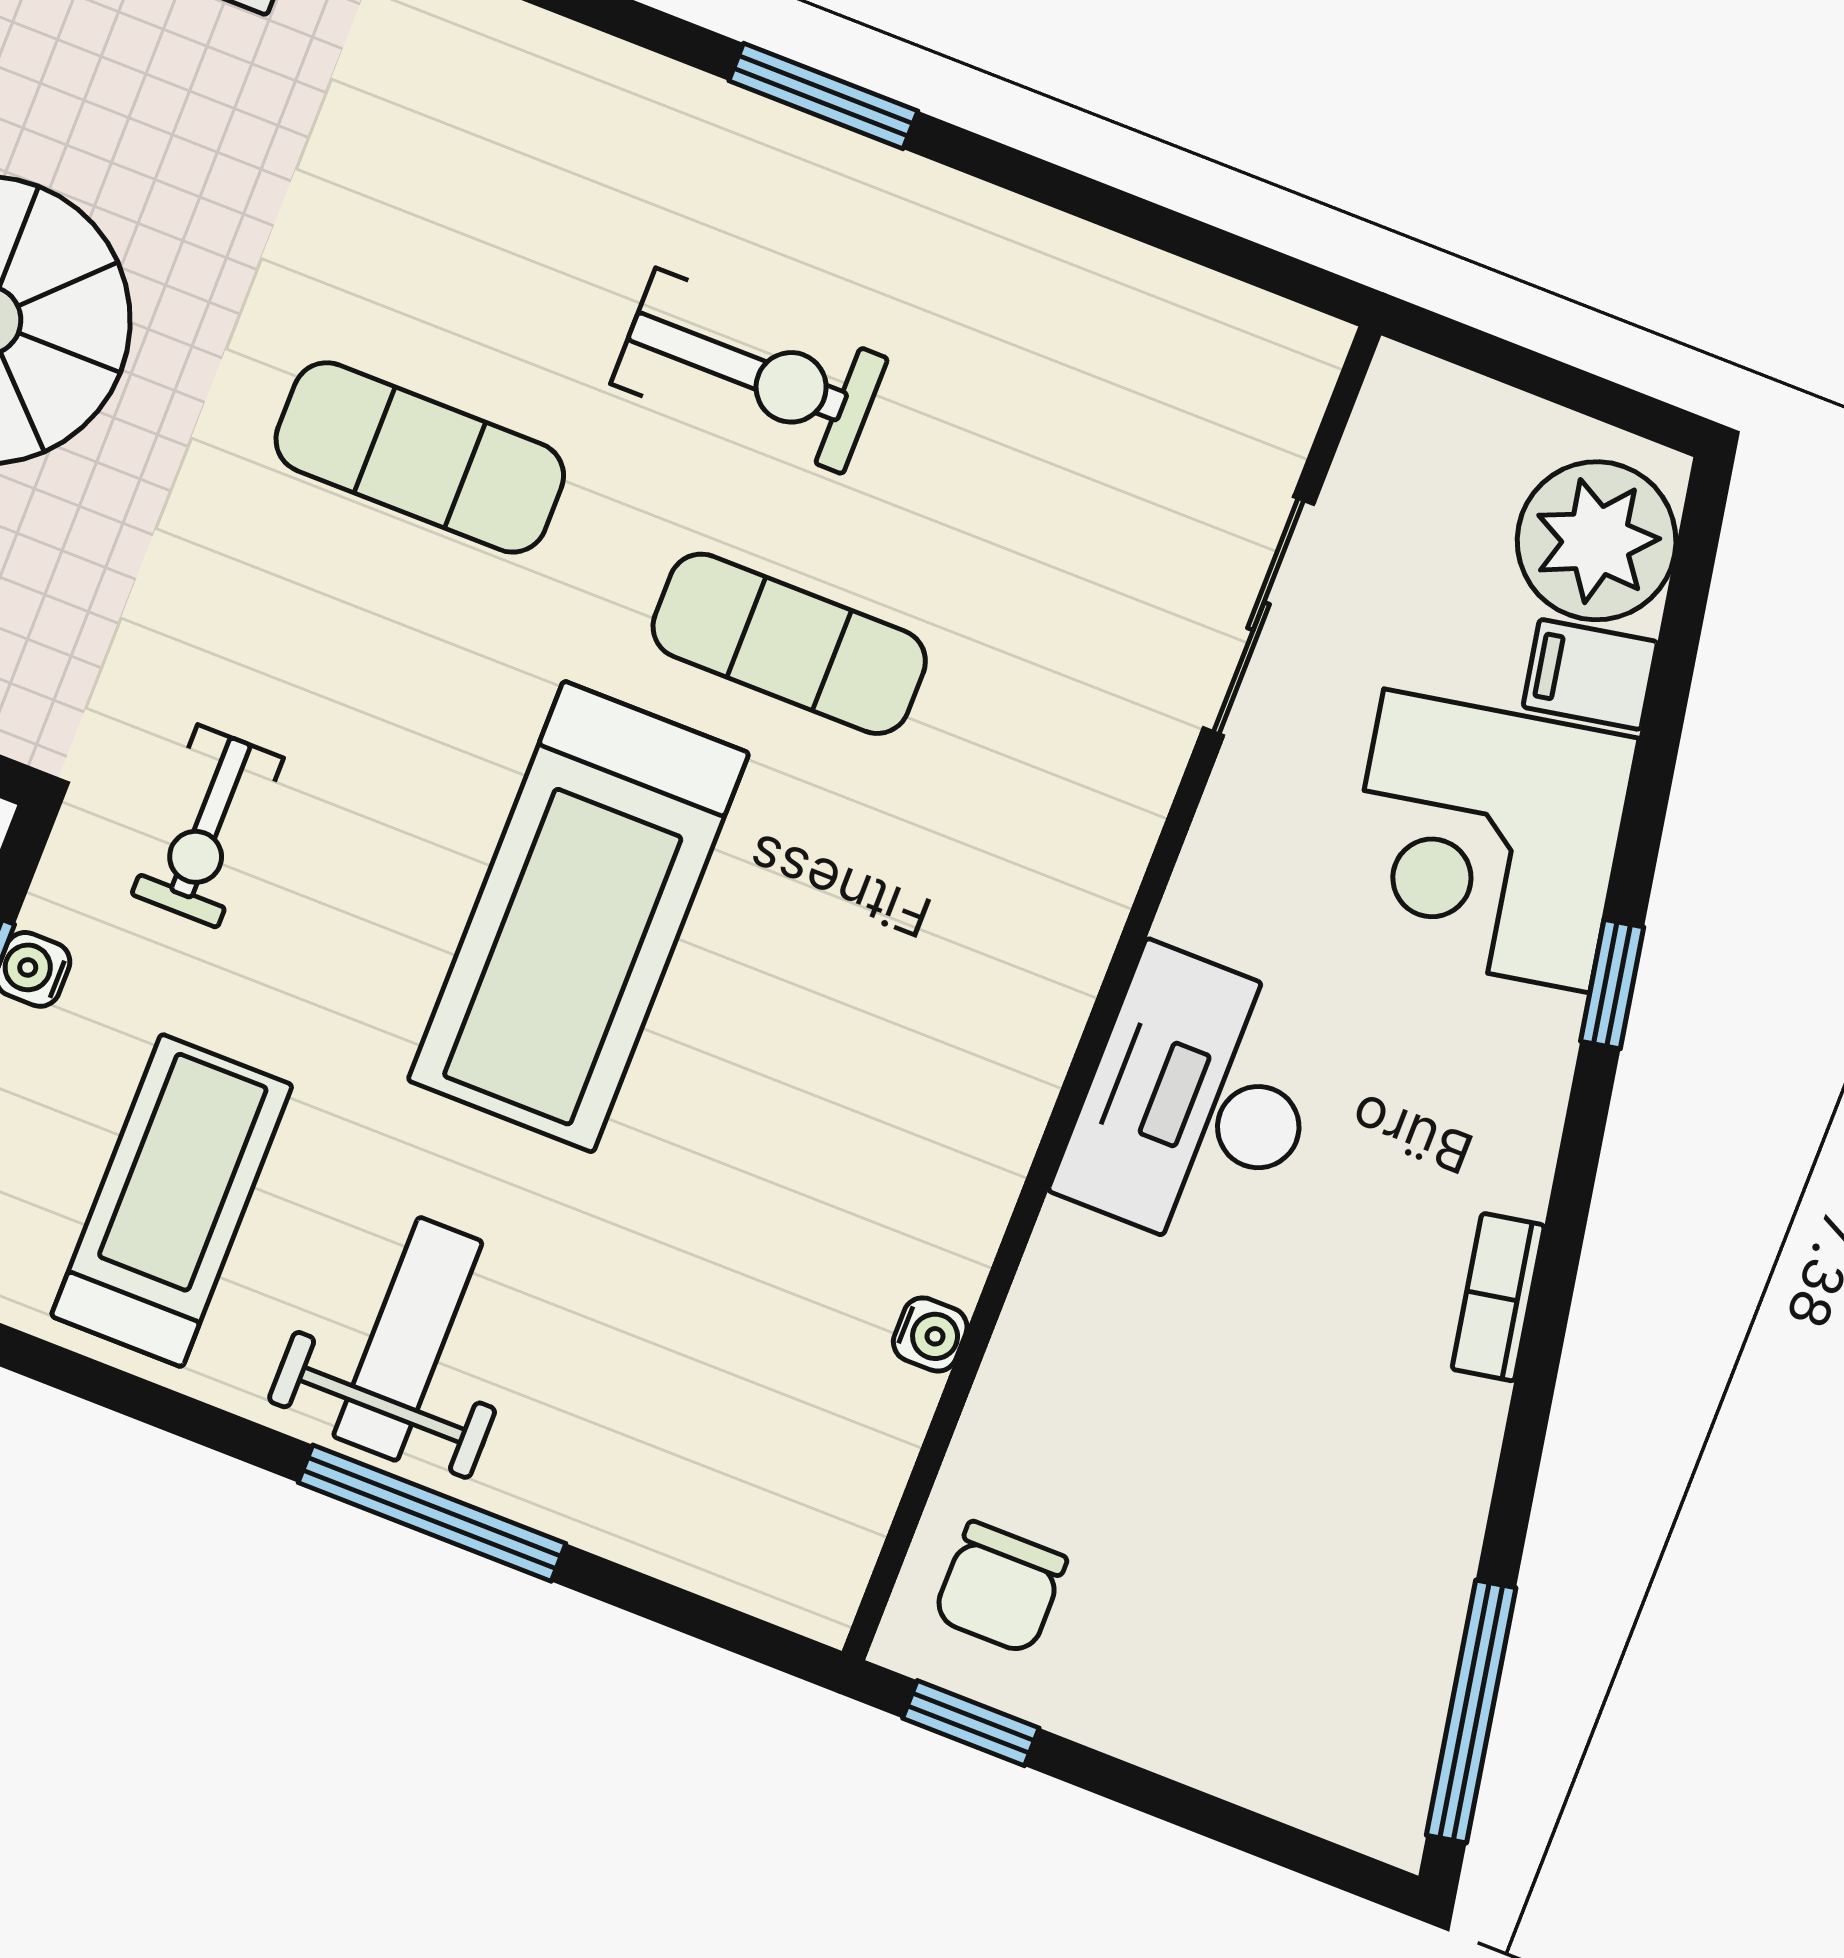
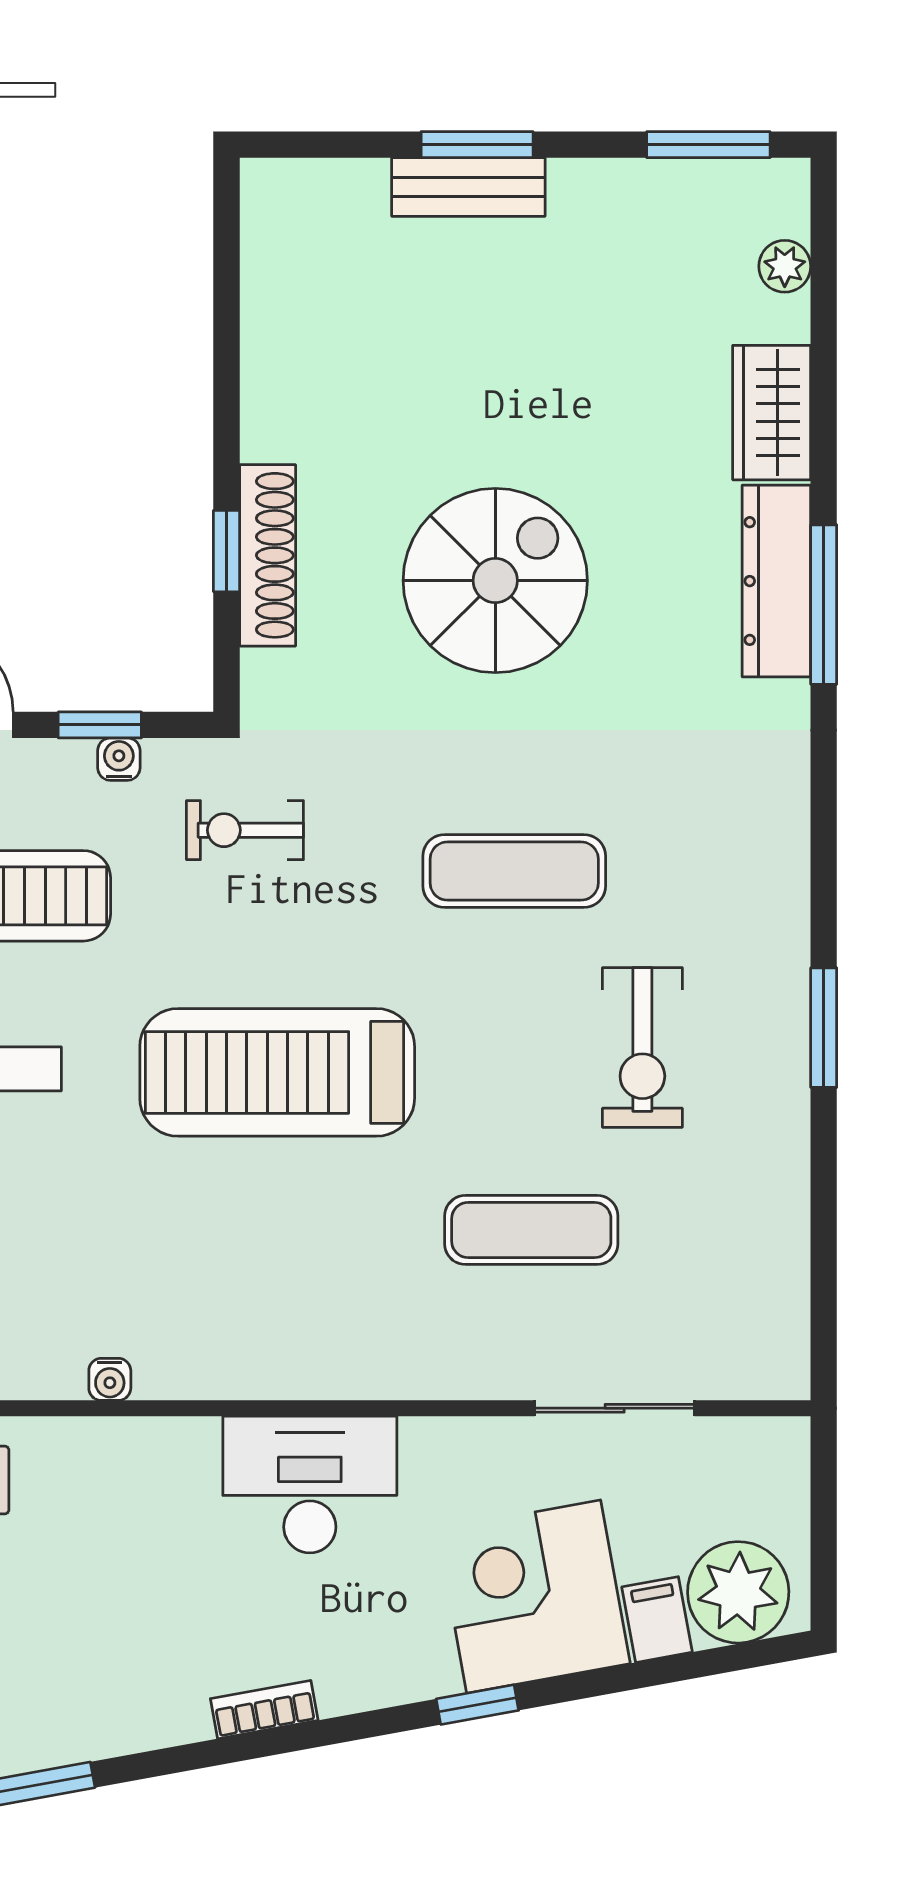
exercise mat: (420, 457) -> (514, 871), turned 90
exercise mat: (789, 644) -> (531, 1230), moved, turned 90

